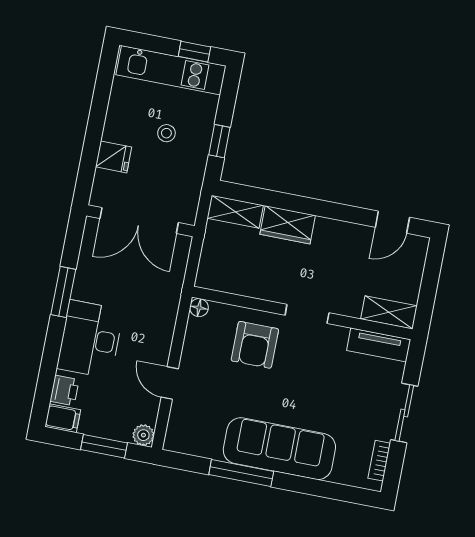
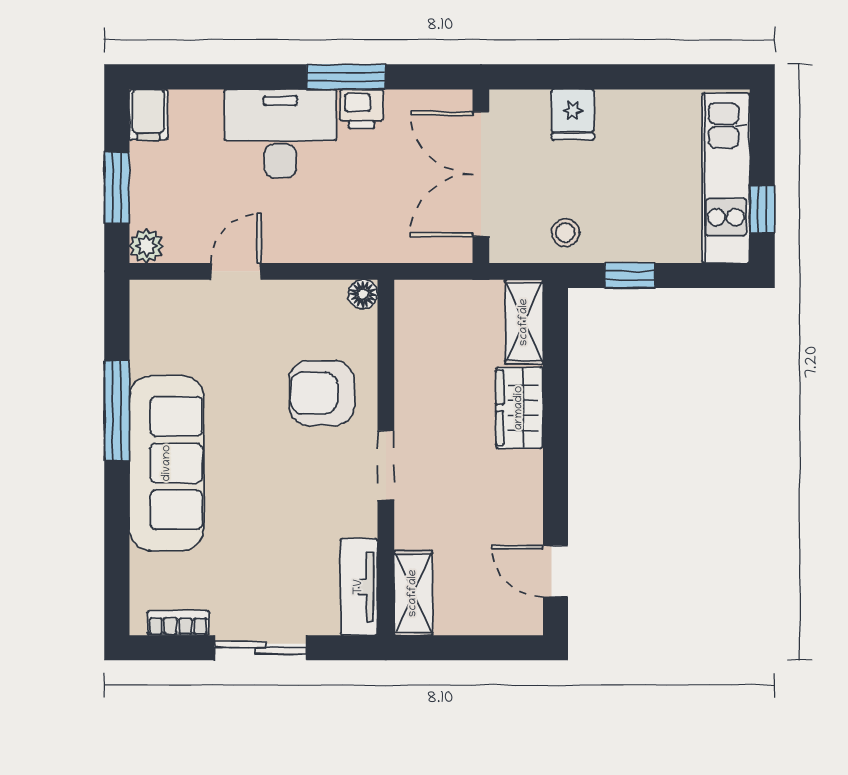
stool: (166, 133) -> (565, 232), moved
printer: (65, 391) -> (362, 109), moved

